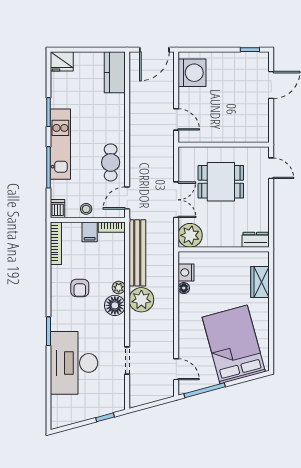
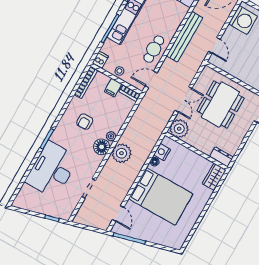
dining table: (221, 182) -> (220, 104), width x1.38
bench: (137, 253) -> (185, 37), moved
wardrobe: (260, 282) -> (214, 177), moved
bed: (234, 344) -> (161, 196), moved, turned 105

